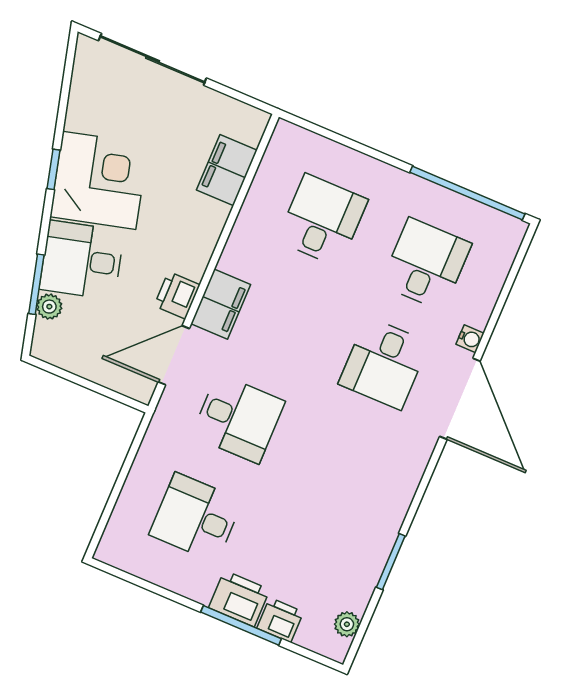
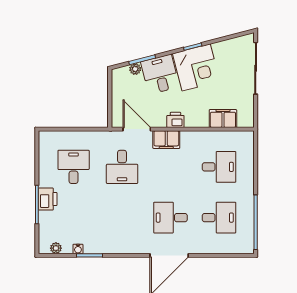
printer: (177, 295) -> (175, 120), moved
water cooler: (470, 339) -> (78, 249), moved
printer: (280, 620) -> (46, 220), removed

